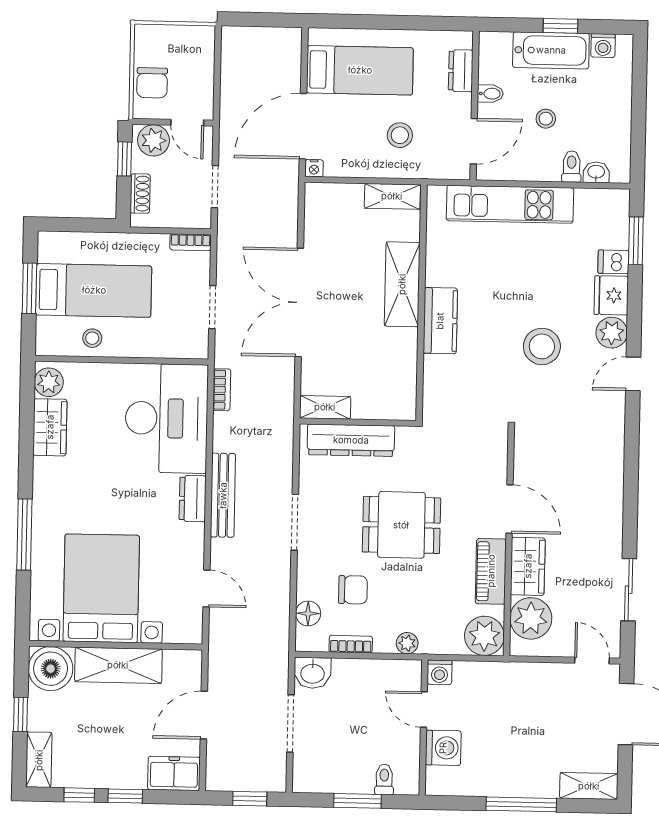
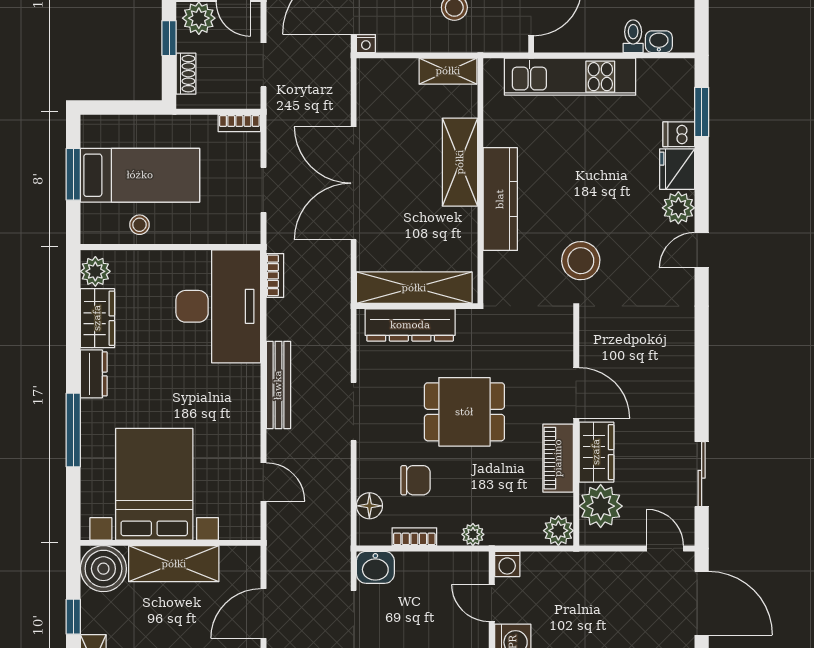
kitchen counter: (440, 321) -> (500, 199), width x1.50
stool: (542, 346) -> (581, 261), moved
shelving: (325, 407) -> (414, 288), width x2.20, depth x1.33
dresser: (193, 499) -> (94, 374), moved, turned 180
plant: (484, 636) -> (558, 531), width x0.73, depth x0.73

